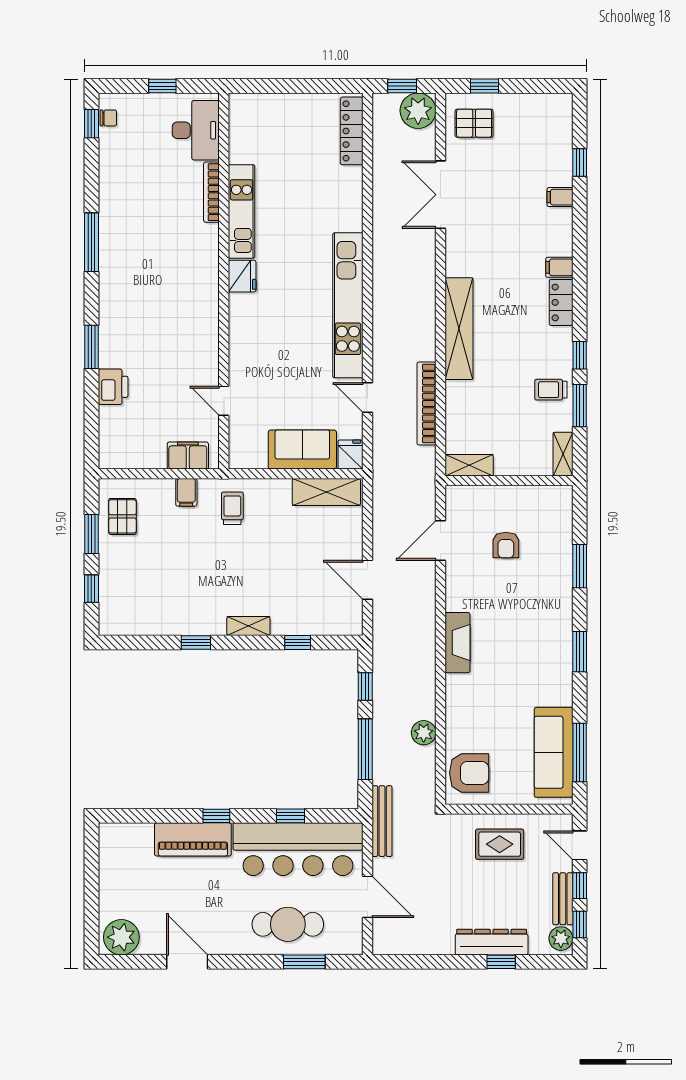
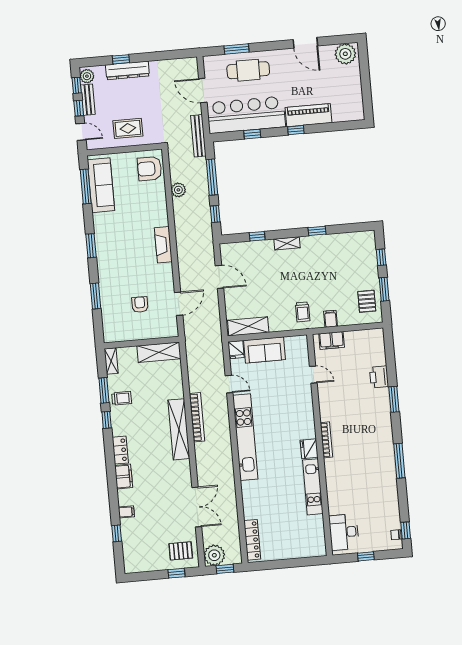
bookcase: (211, 192) -> (326, 440), moved
filing cabinet: (559, 267) -> (124, 477), width x2.00
bookcase: (426, 403) -> (197, 417), moved
shelving: (469, 465) -> (159, 352), width x1.50, depth x1.33

